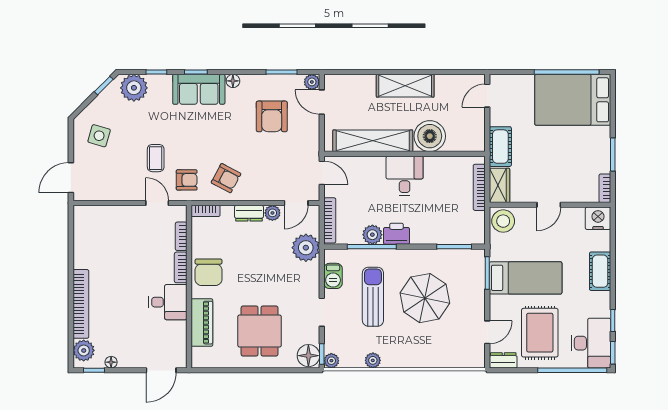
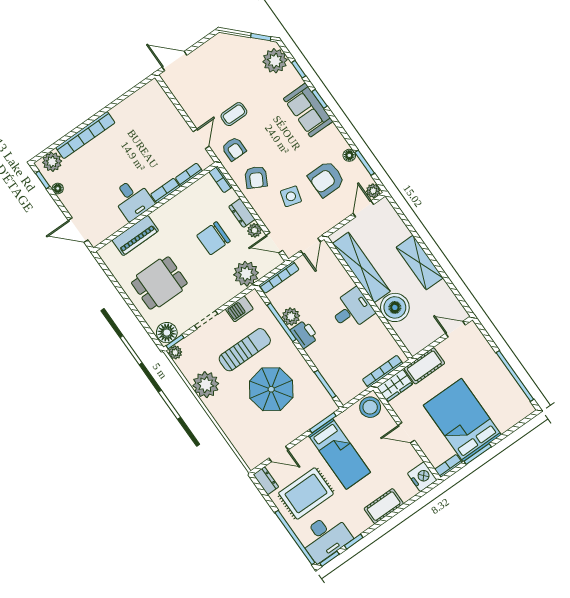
floor lamp: (233, 81) -> (349, 155), moved
bed: (573, 100) -> (462, 420), moved
side table: (99, 136) -> (291, 196), moved
chair: (208, 272) -> (214, 238), moved
plant: (373, 360) -> (206, 385), width x1.88, depth x1.88

